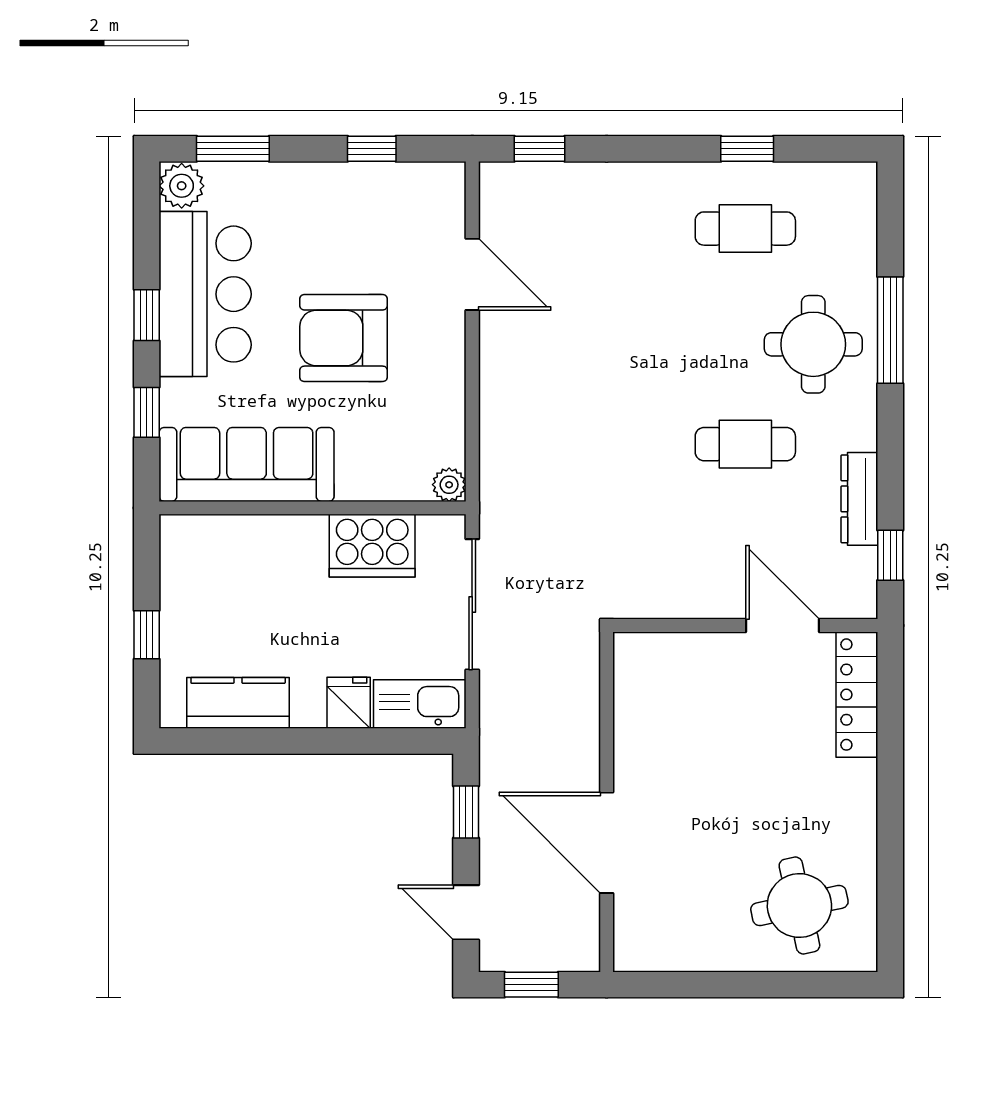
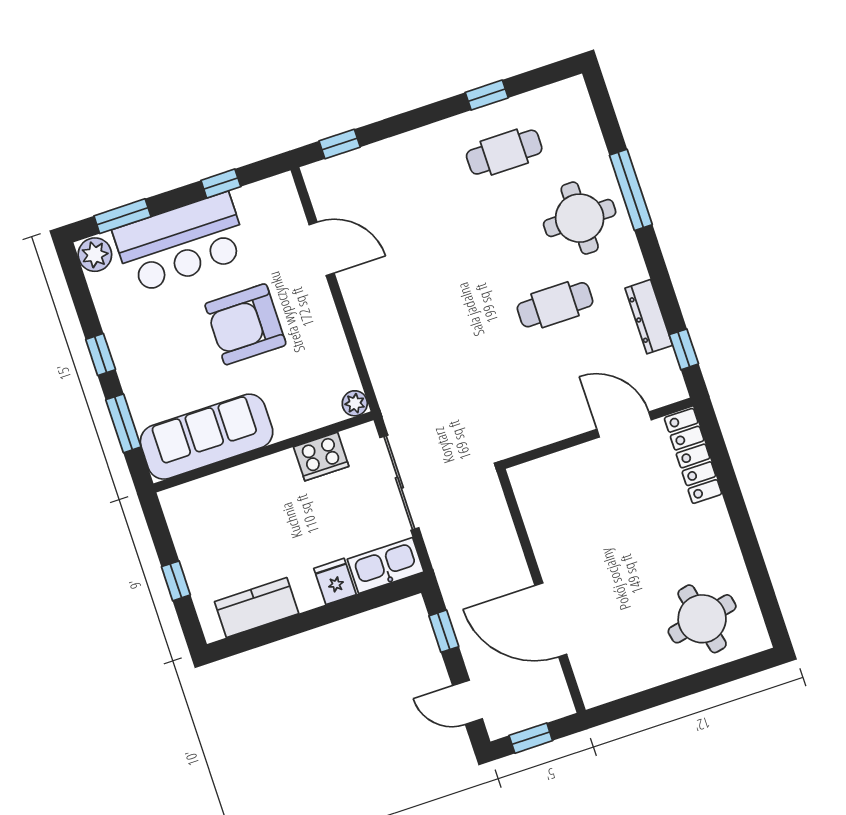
bar counter: (205, 294) -> (181, 243), moved, turned 90
window: (147, 412) -> (123, 423), width x1.50
cooker: (372, 546) -> (321, 457), width x0.73, depth x0.76

